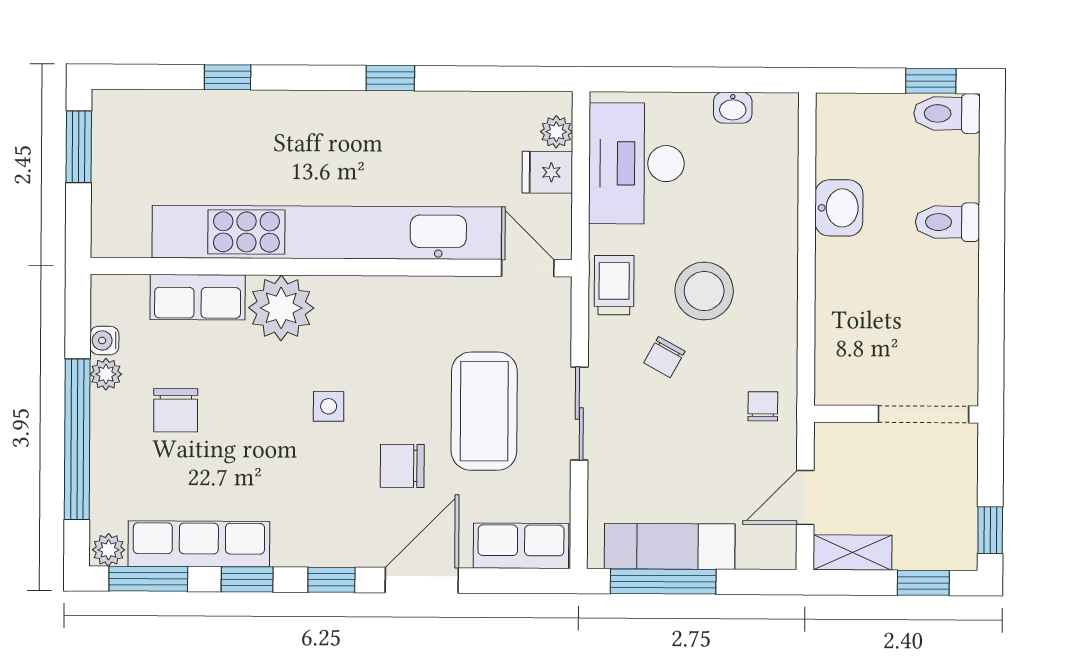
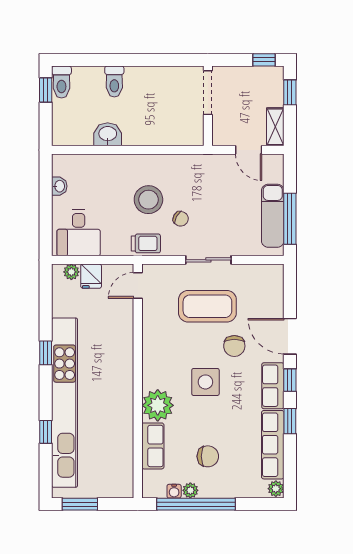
desk: (636, 163) -> (79, 233), width x0.73
kitchen unit: (327, 232) -> (65, 403), moved, turned 180
trolley: (614, 285) -> (146, 243), turned 180
side table: (329, 406) -> (205, 382), width x1.87, depth x1.87
chair: (763, 406) -> (204, 171), removed
window: (77, 439) -> (196, 504), moved
row of seats: (521, 546) -> (273, 386), moved
window: (148, 579) -> (290, 469), removed

